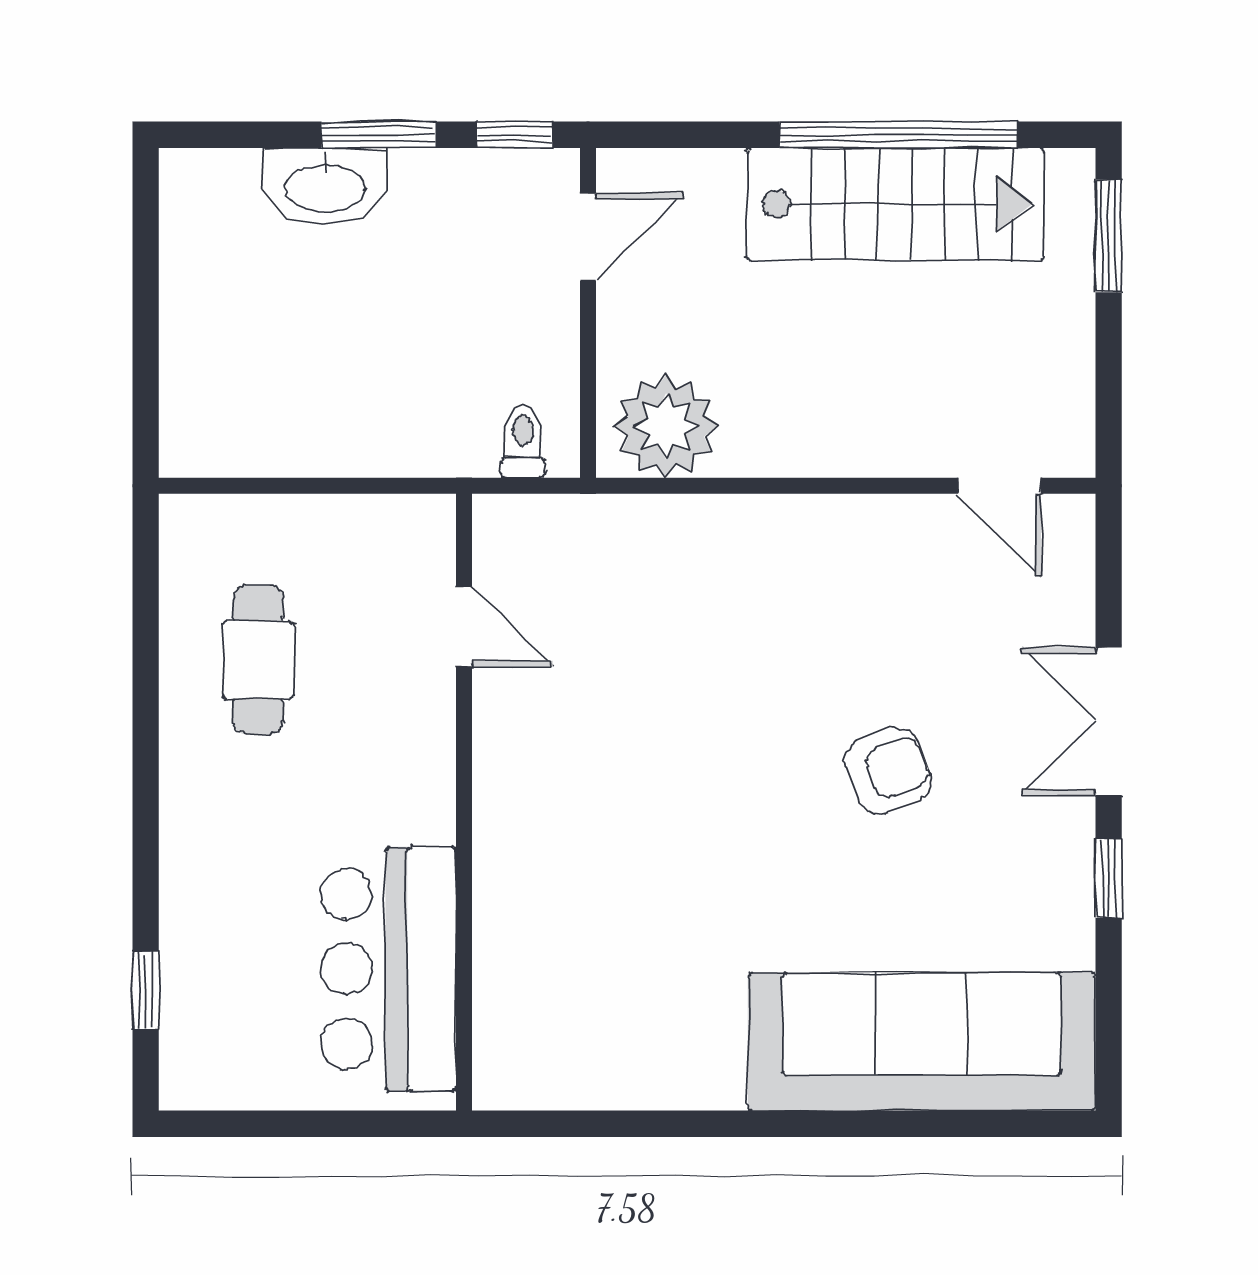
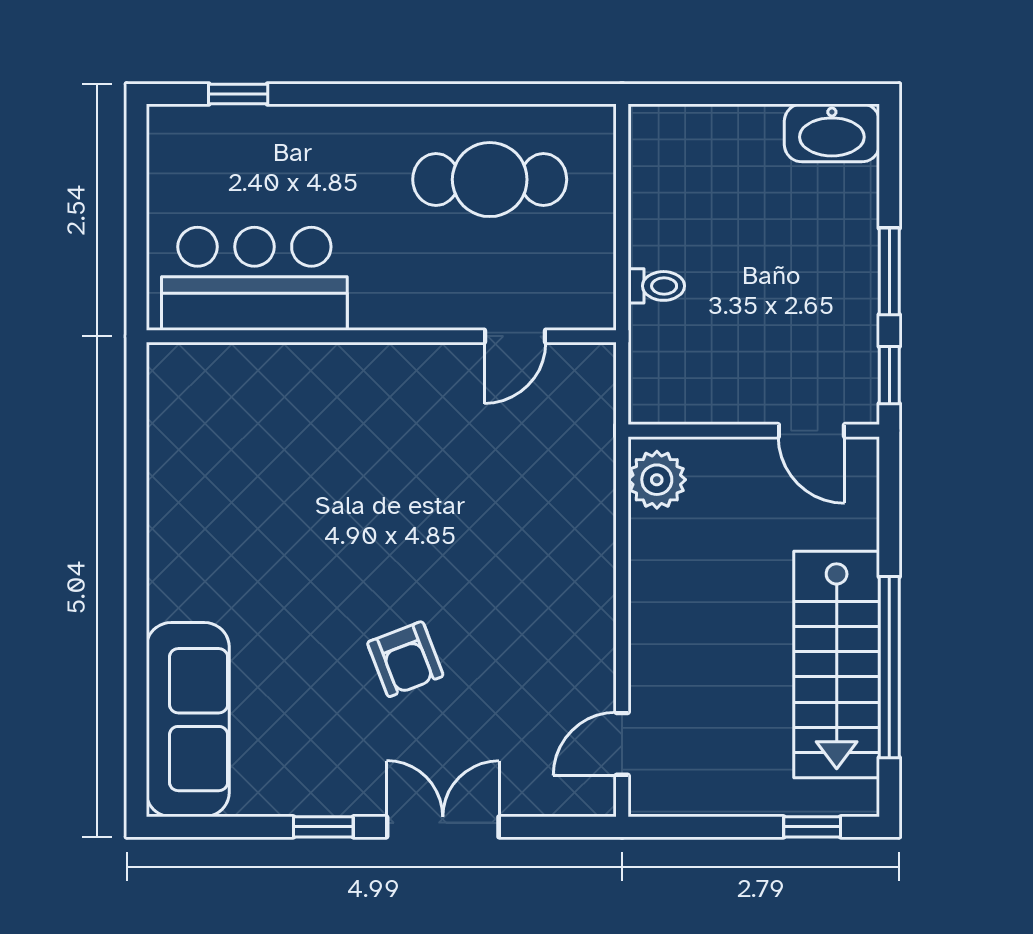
washbasin: (325, 186) -> (832, 133), moved, turned -90
window: (1109, 236) -> (812, 827), width x0.67
plant: (666, 426) -> (657, 480), width x0.73, depth x0.73
toilet: (523, 441) -> (656, 286), moved
cafe table: (258, 660) -> (490, 180), width x1.37, depth x1.35
sofa: (922, 1042) -> (188, 720), width x0.74, depth x0.79

